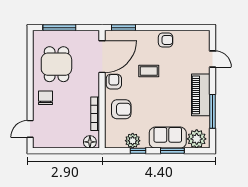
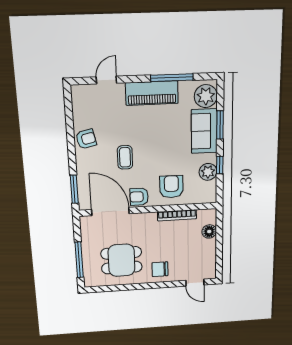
armchair: (166, 40) -> (86, 139), turned 77
floor lamp: (90, 142) -> (209, 231), moved

